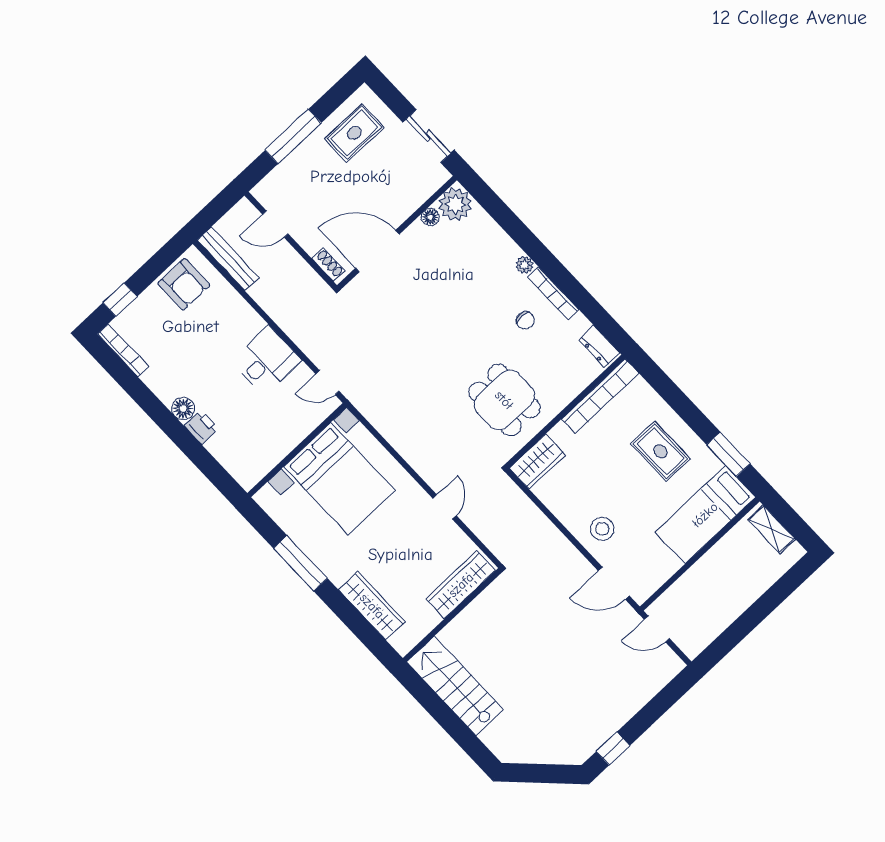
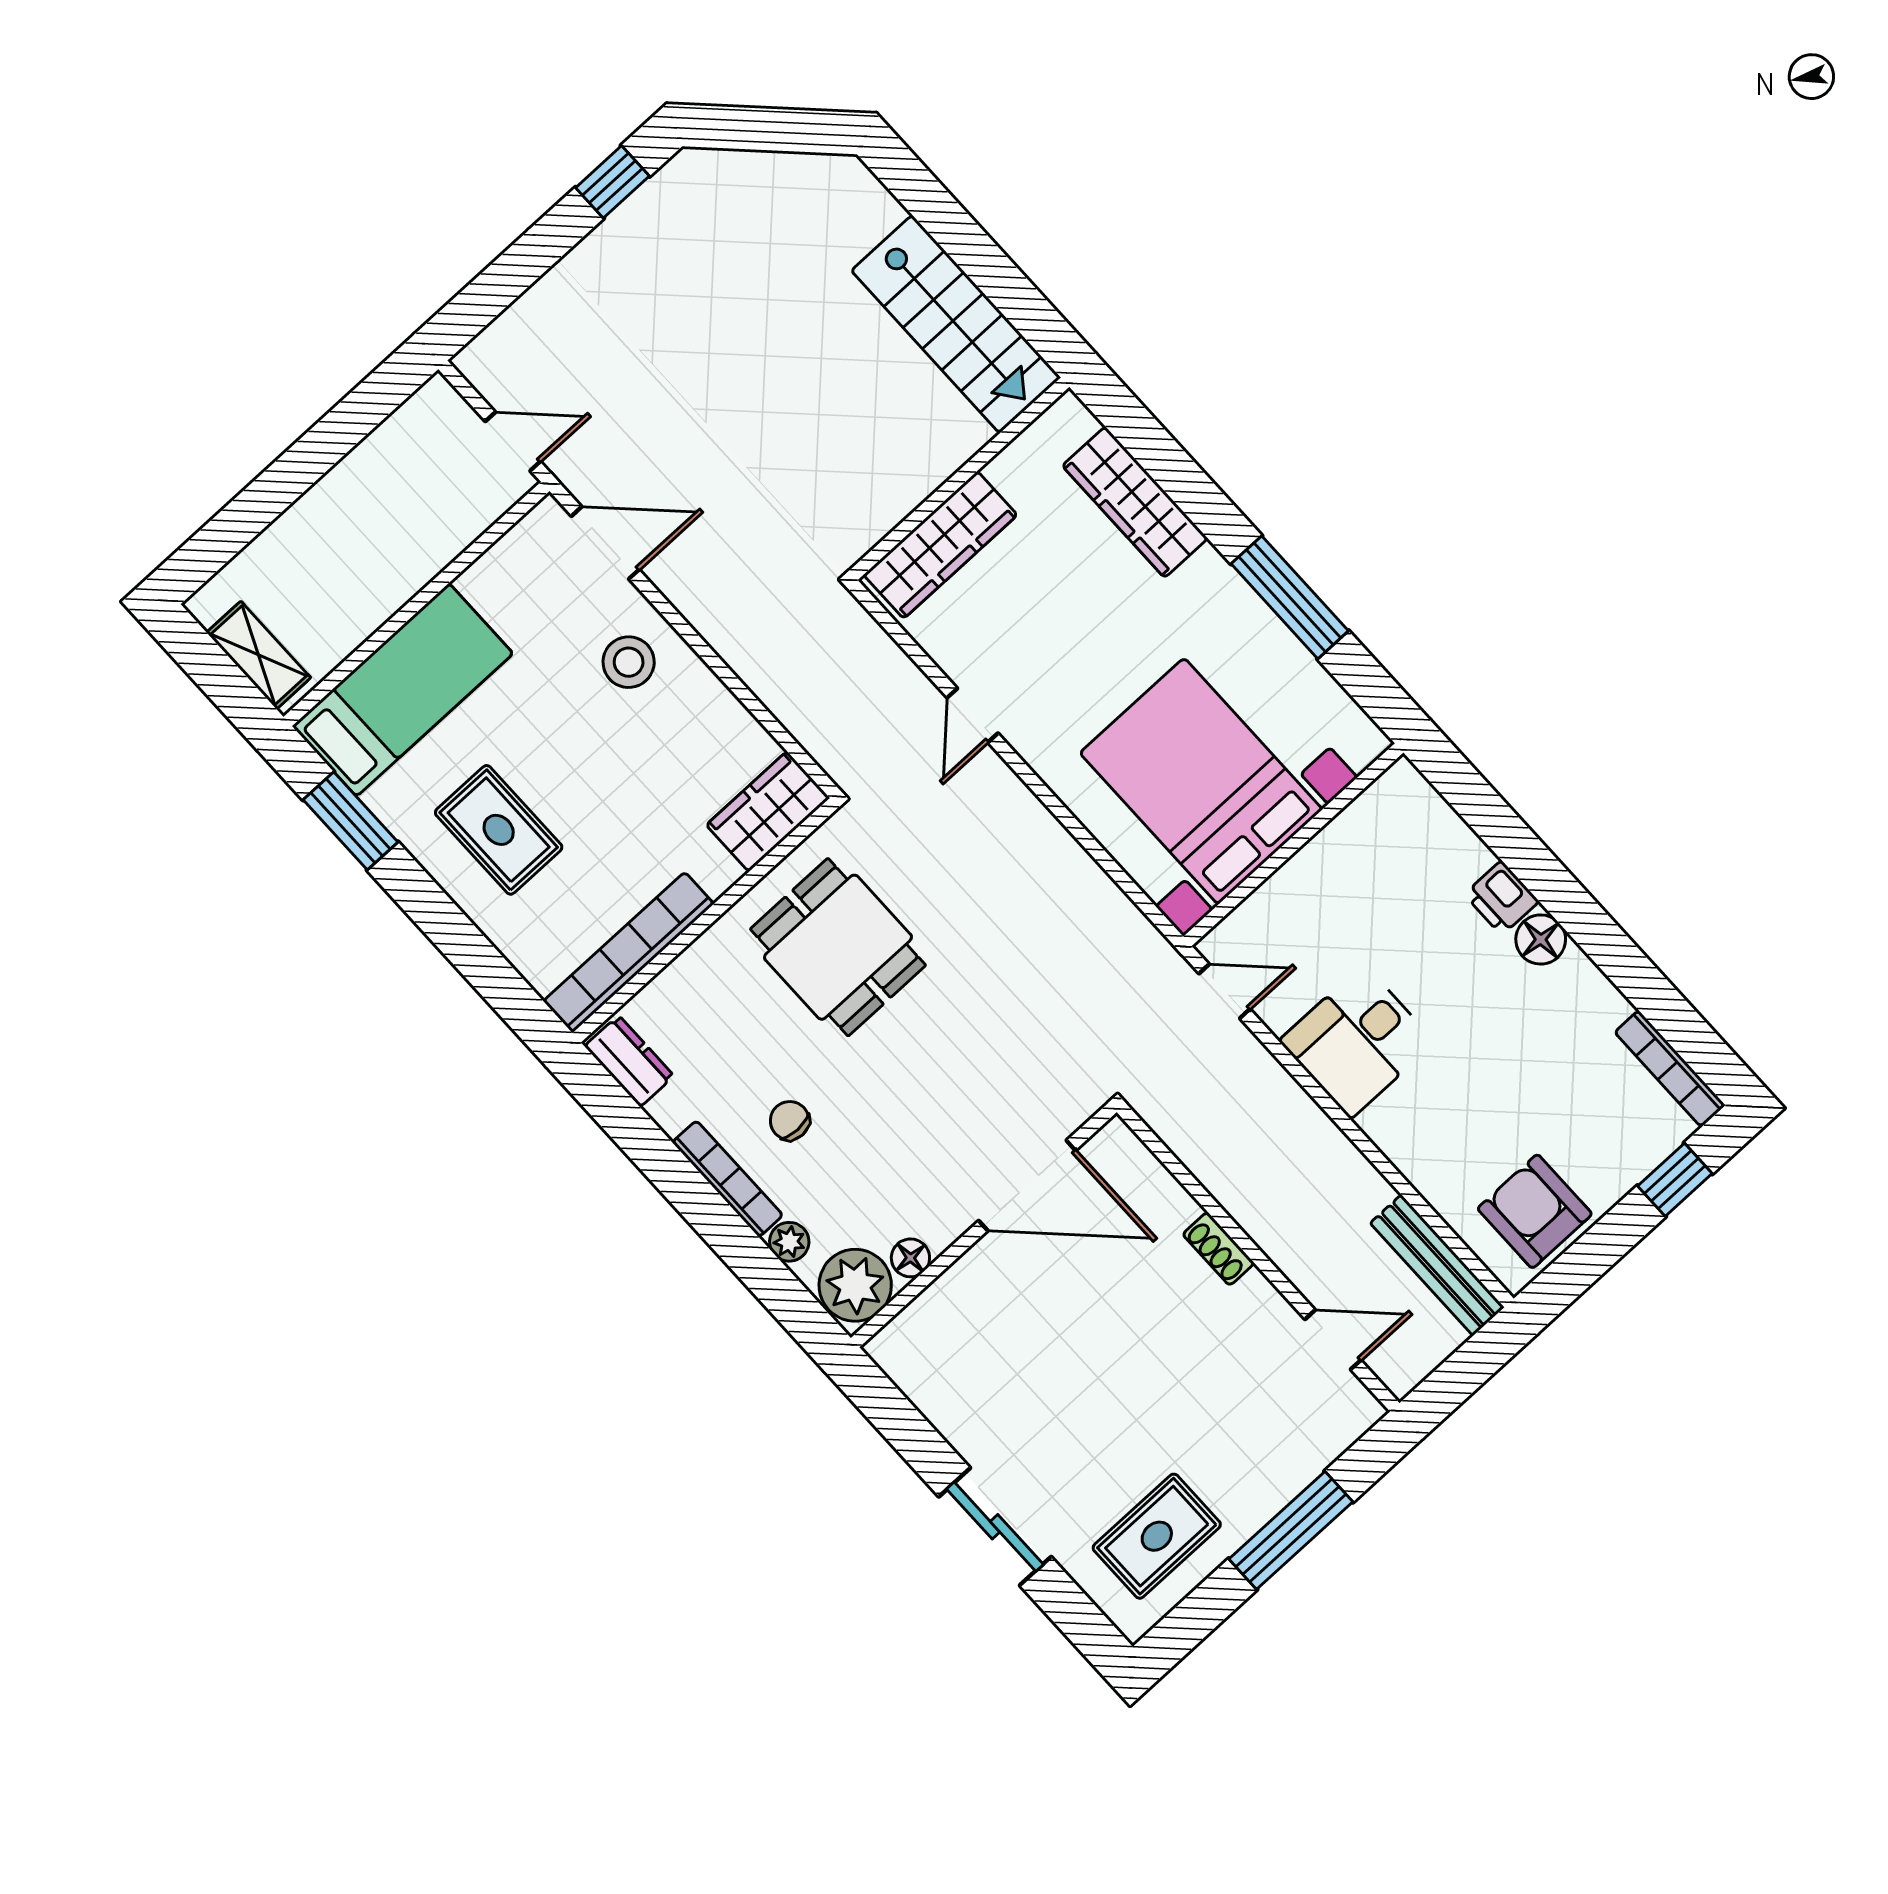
plant: (455, 204) -> (855, 1285), moved
floor lamp: (430, 217) -> (910, 1258), moved
wall: (397, 233) -> (984, 1225), moved
door: (377, 251) -> (1027, 1186), moved

